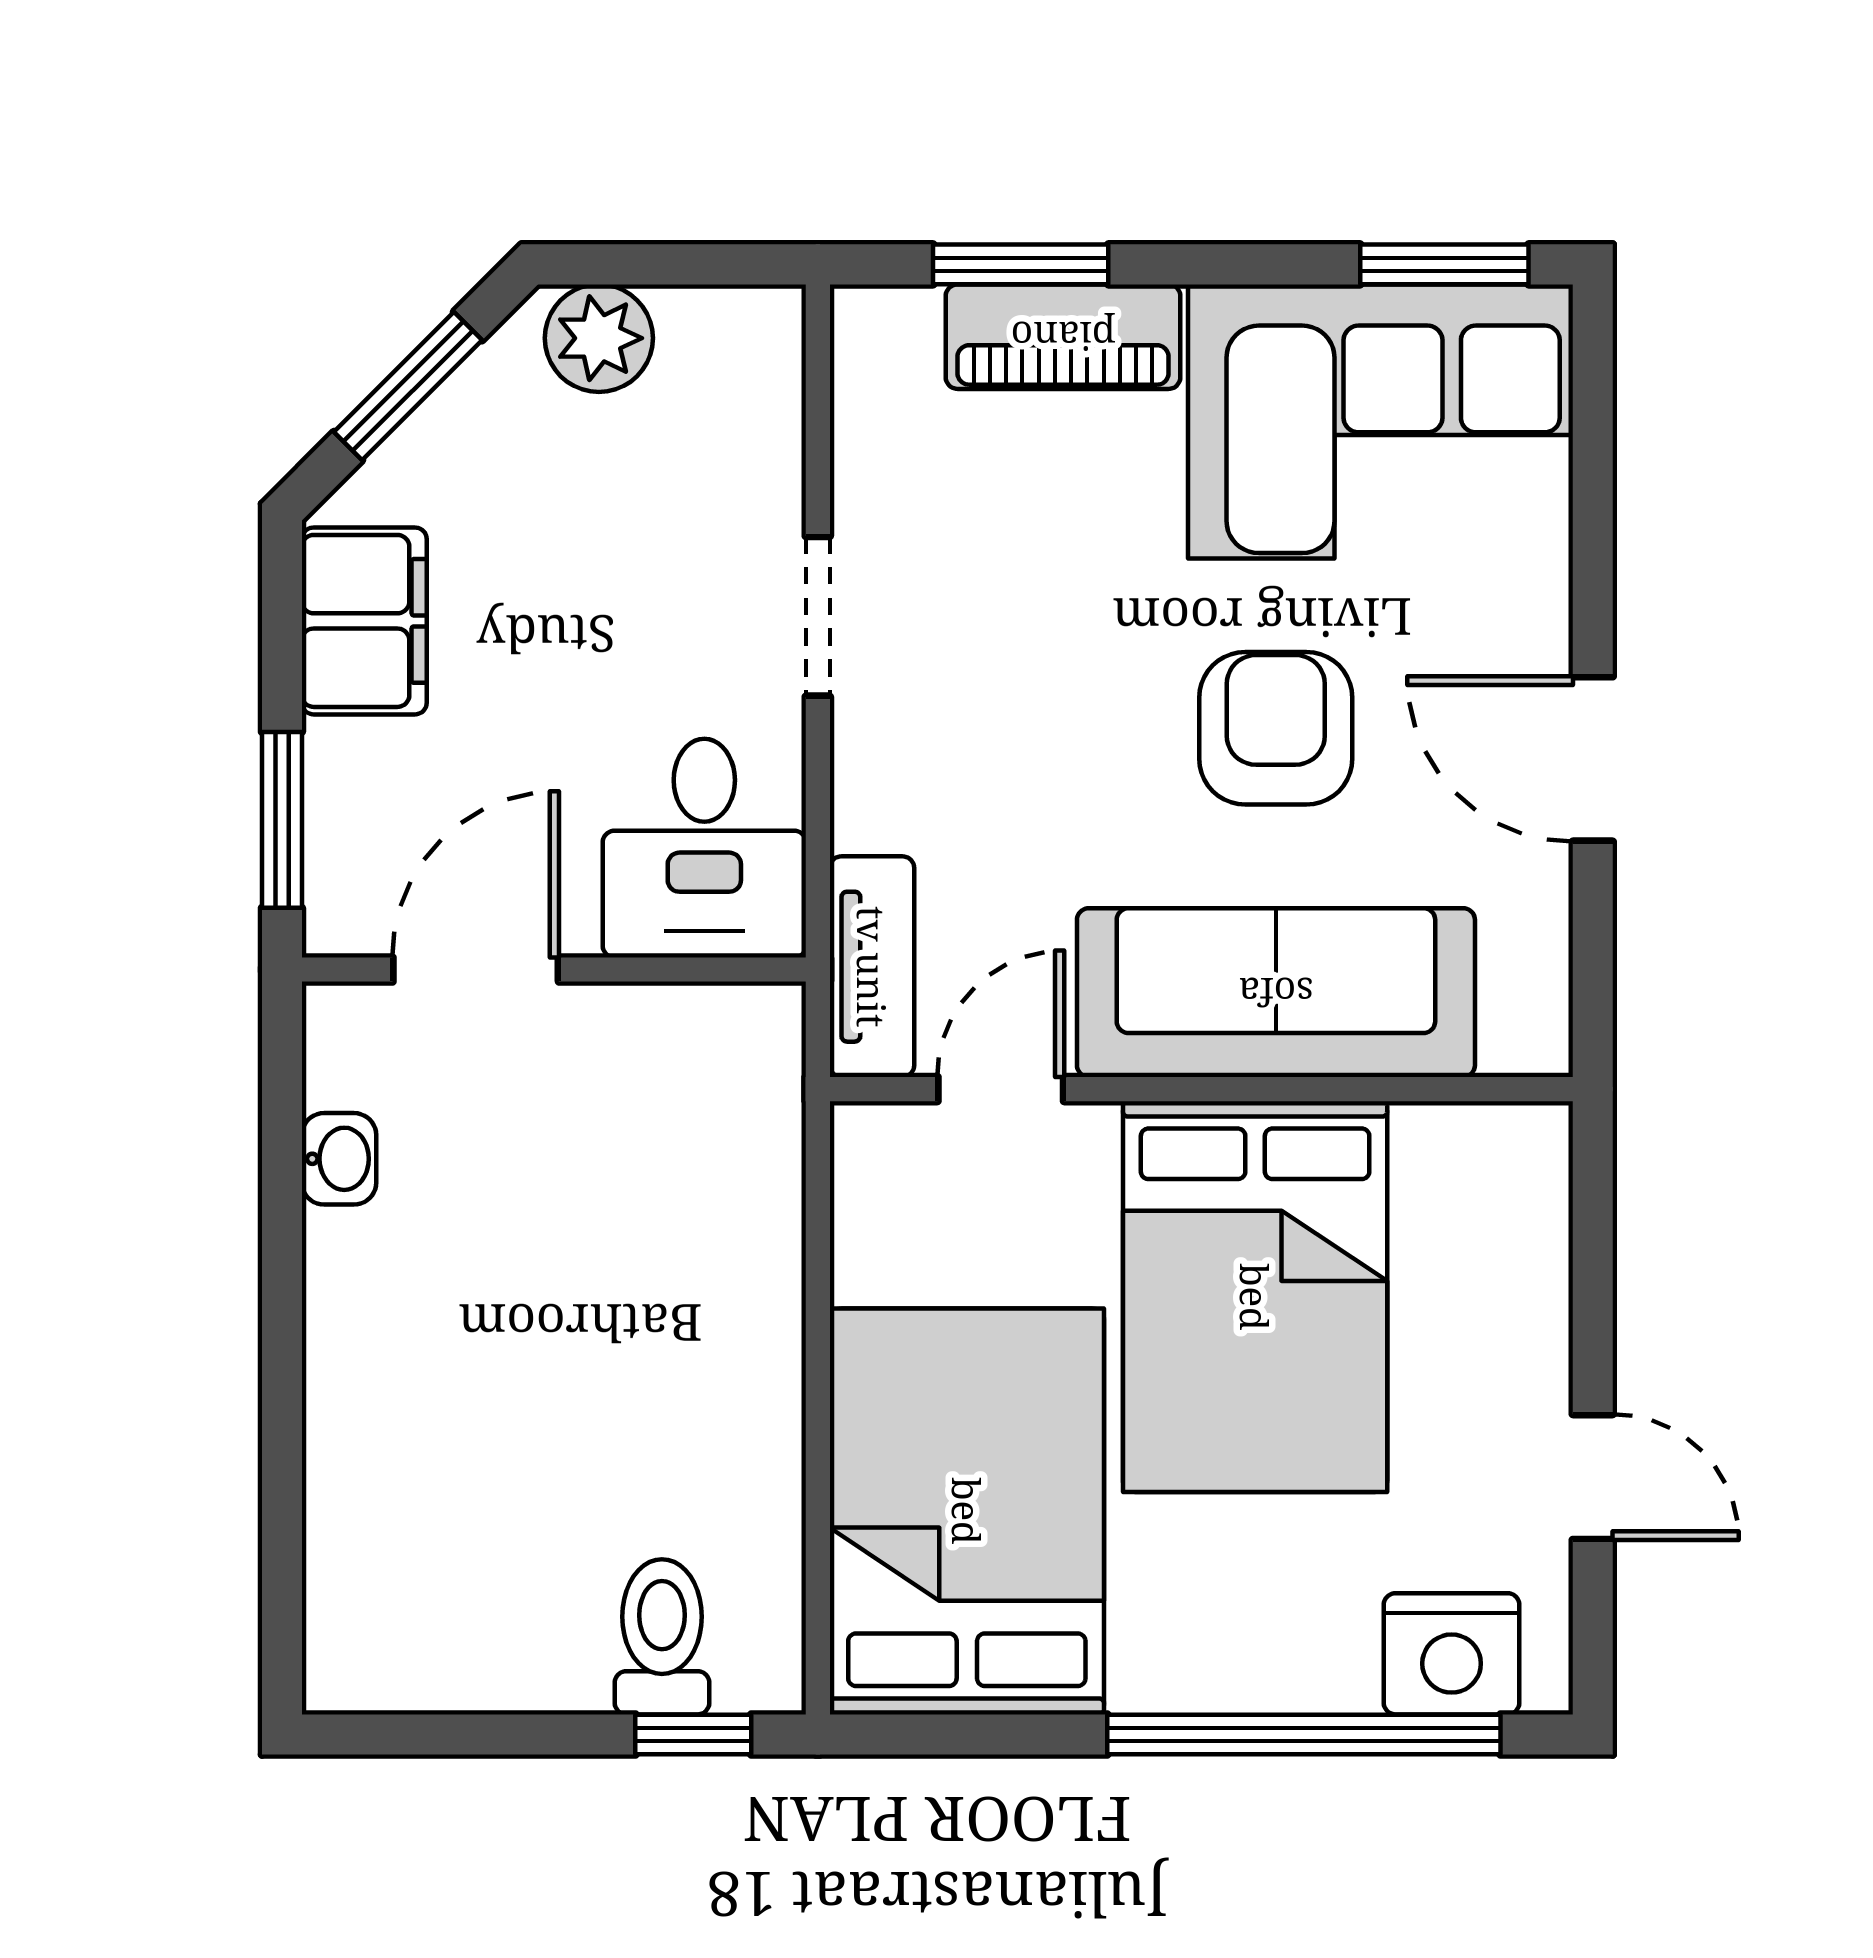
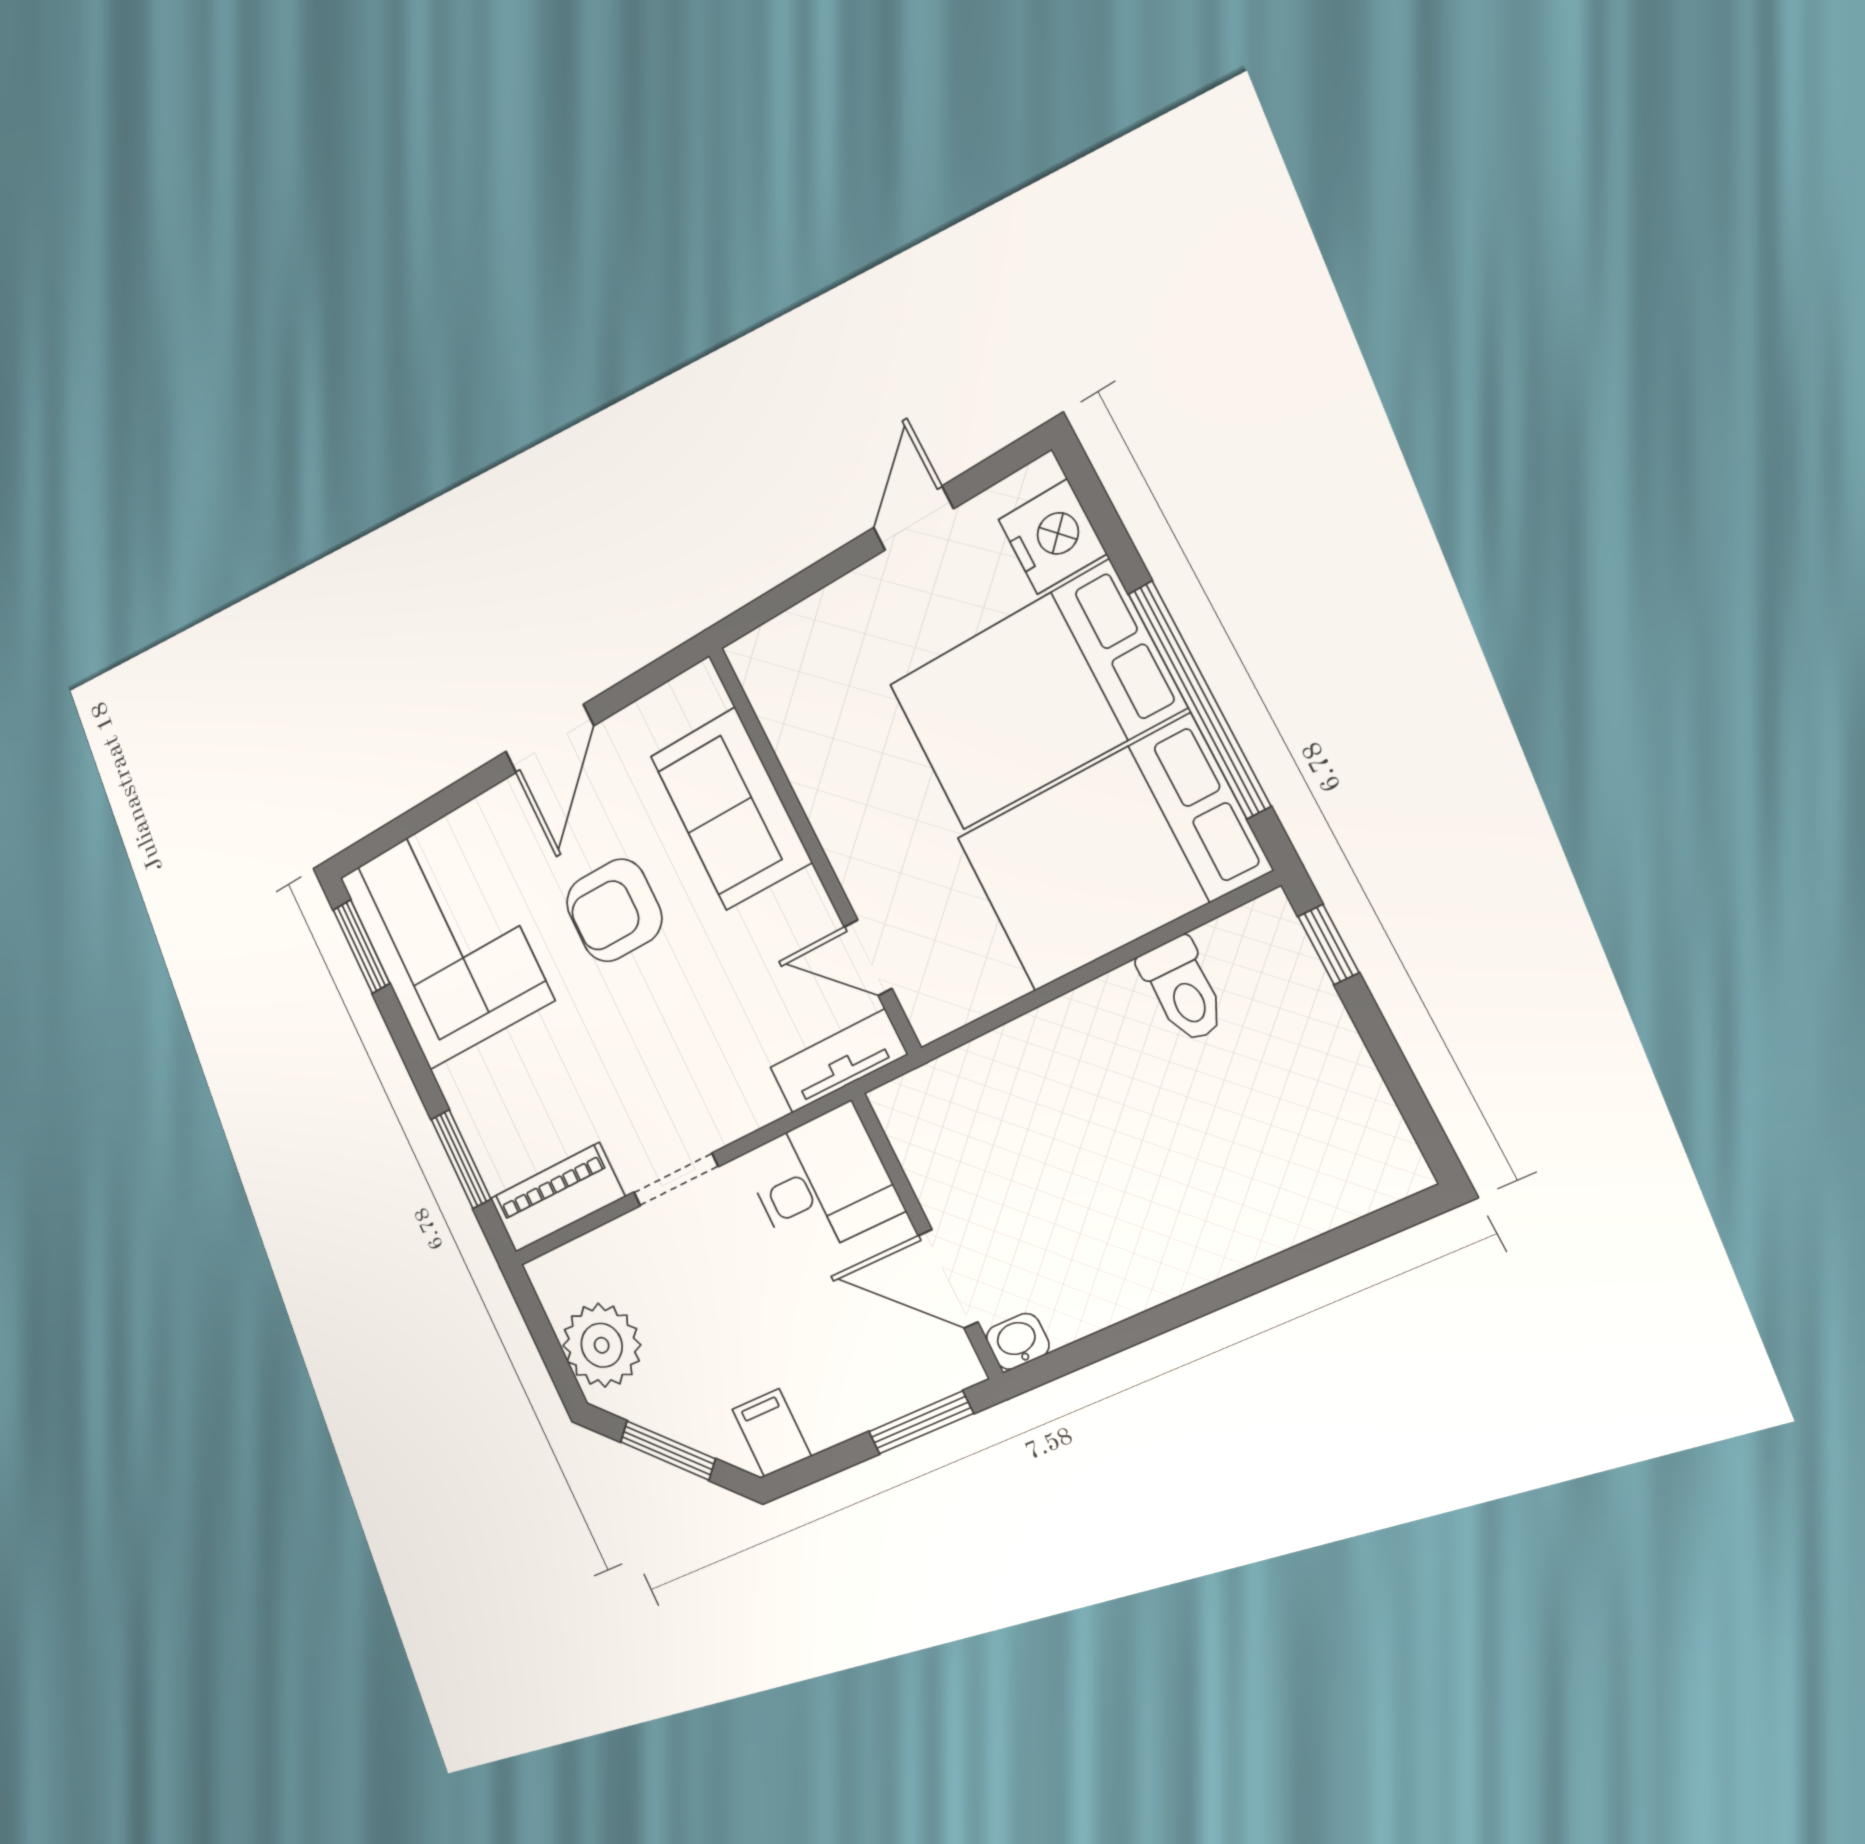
piano: (1063, 337) -> (557, 1198), moved, turned -90
plant: (599, 338) -> (602, 1345), width x1.36, depth x1.36
filing cabinet: (364, 621) -> (772, 1433), width x0.50
sofa: (1276, 993) -> (731, 809), width x0.73
washbasin: (339, 1159) -> (1018, 1341), moved
bed: (1255, 1297) -> (1036, 696), moved, turned 180
toilet: (662, 1637) -> (1183, 990), moved, turned -90
window: (1304, 1734) -> (1199, 699), moved

